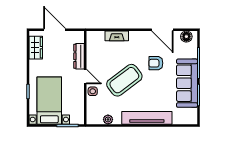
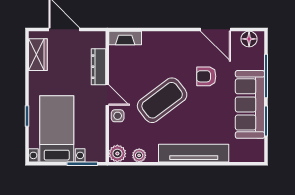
fireplace: (117, 36) -> (125, 38), moved
plant: (92, 118) -> (117, 154), added

